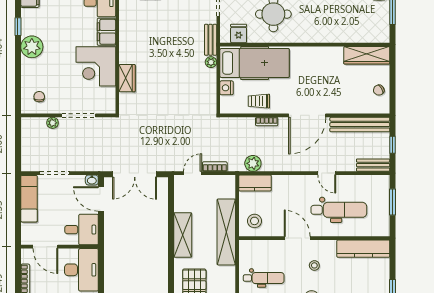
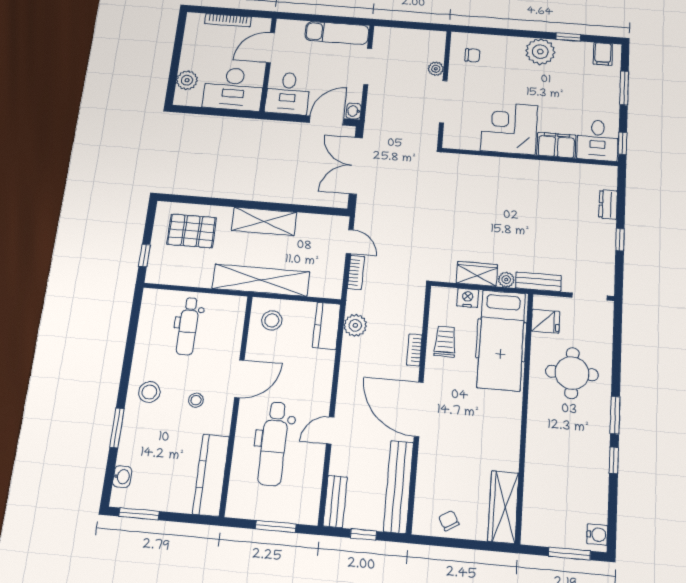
wardrobe: (127, 78) -> (477, 274), moved, turned 180

